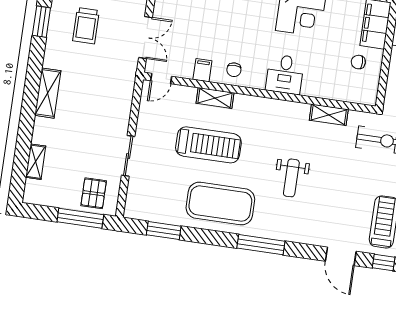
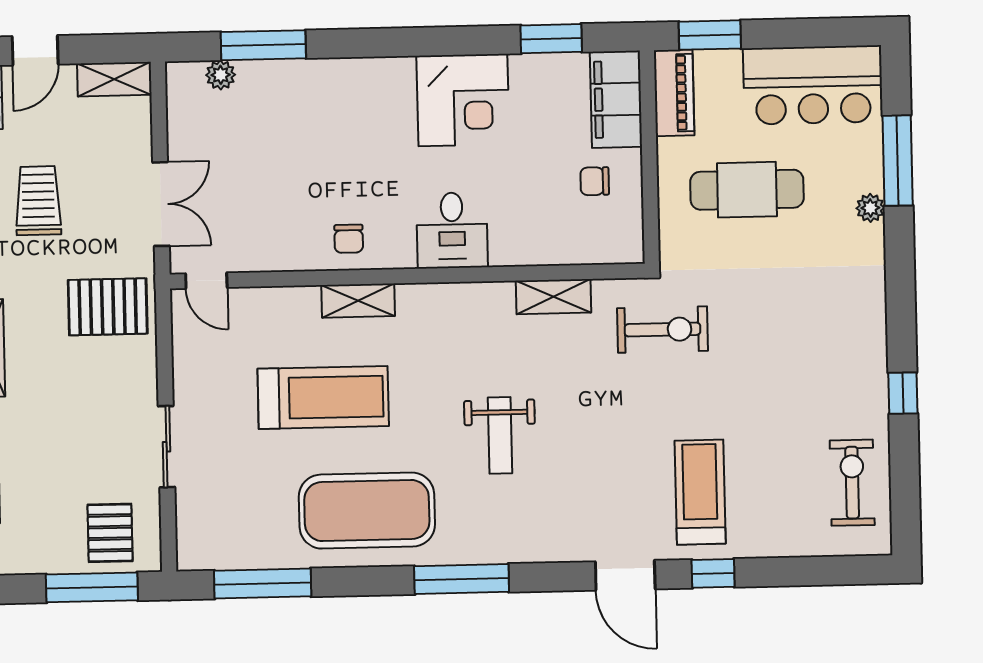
trolley: (86, 26) -> (38, 201), turned 180
filing cabinet: (202, 70) -> (286, 250), removed
door: (161, 78) -> (206, 281), hinge flipped
pallet: (111, 83) -> (108, 307), added
shelving: (215, 98) -> (358, 301), moved
window: (164, 230) -> (263, 584), width x1.44

